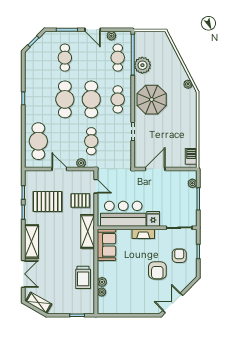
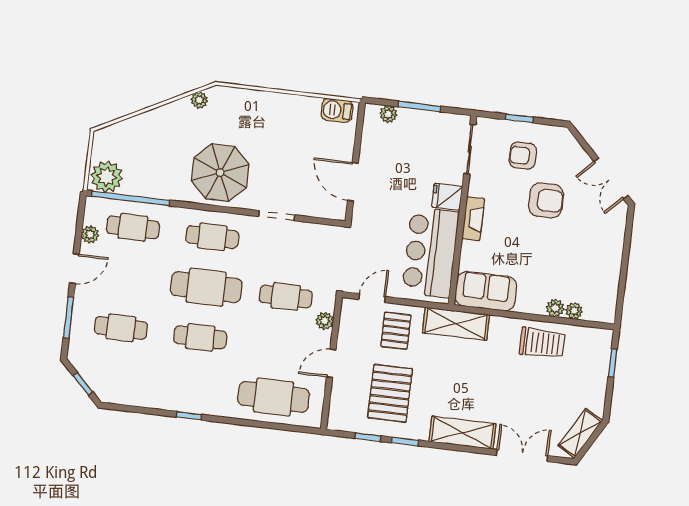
plant: (142, 65) -> (107, 177), moved
cafe table: (65, 99) -> (200, 337), width x0.73, depth x0.74

